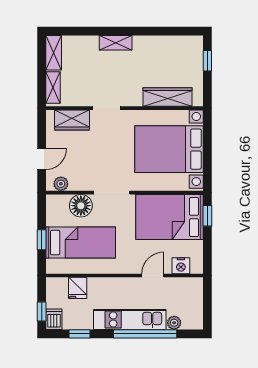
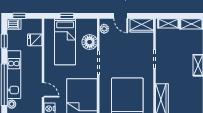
wardrobe: (72, 120) -> (142, 25), moved, turned -90

